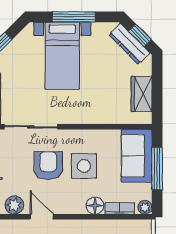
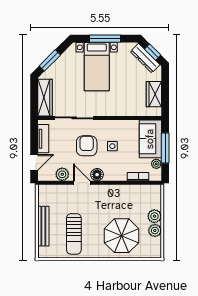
side table: (84, 166) -> (112, 146), width x0.54, depth x0.54
floor lamp: (95, 206) -> (97, 175), moved
plant: (145, 207) -> (156, 164), moved

